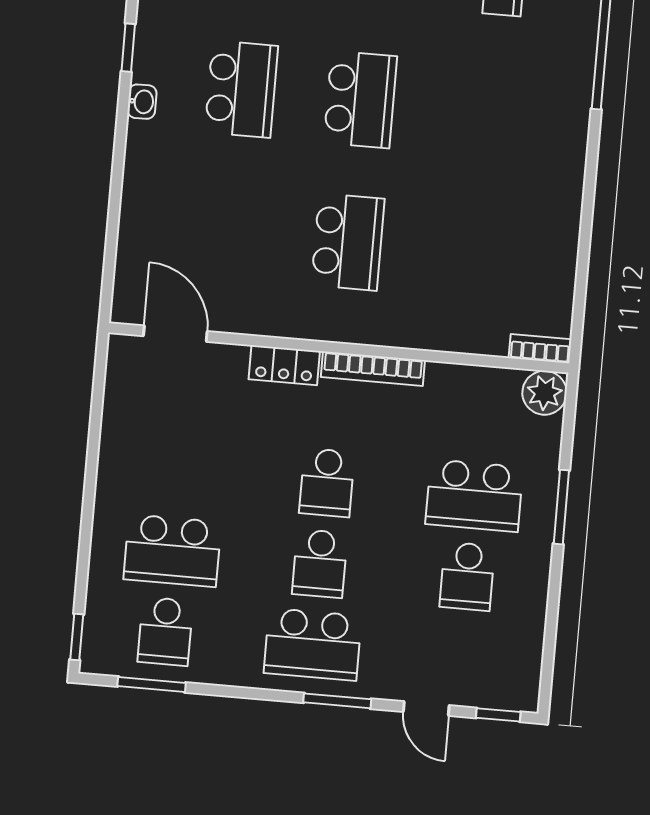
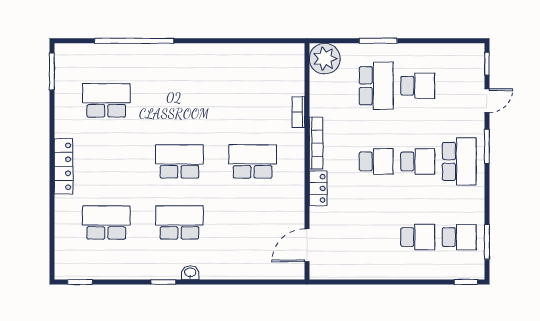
bookcase: (540, 349) -> (298, 112), moved
plant: (545, 393) -> (325, 59), width x1.36, depth x1.36
school desk: (172, 551) -> (418, 237), width x0.54

